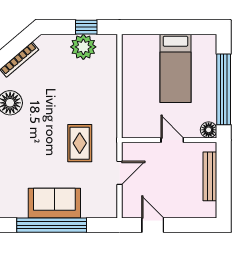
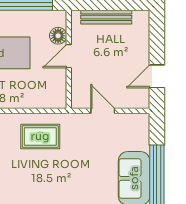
floor lamp: (209, 130) -> (58, 36), moved
rug: (80, 143) -> (40, 136), moved

